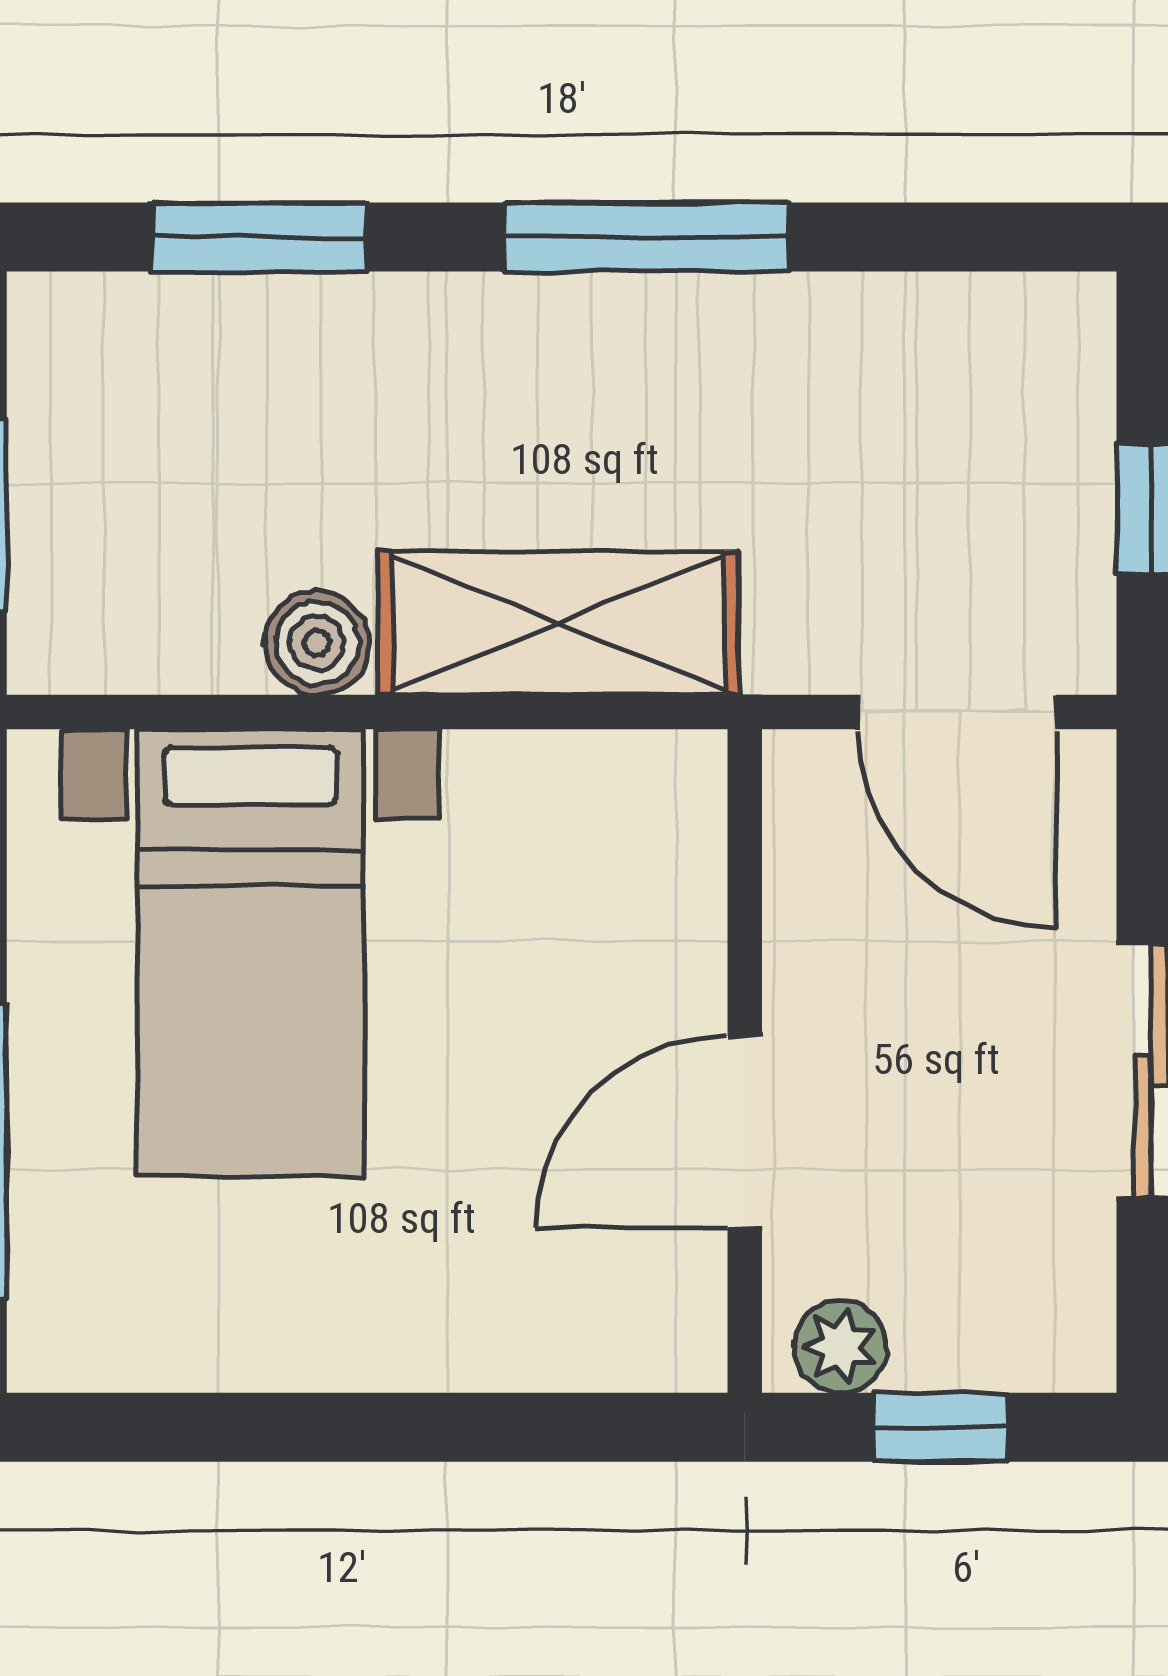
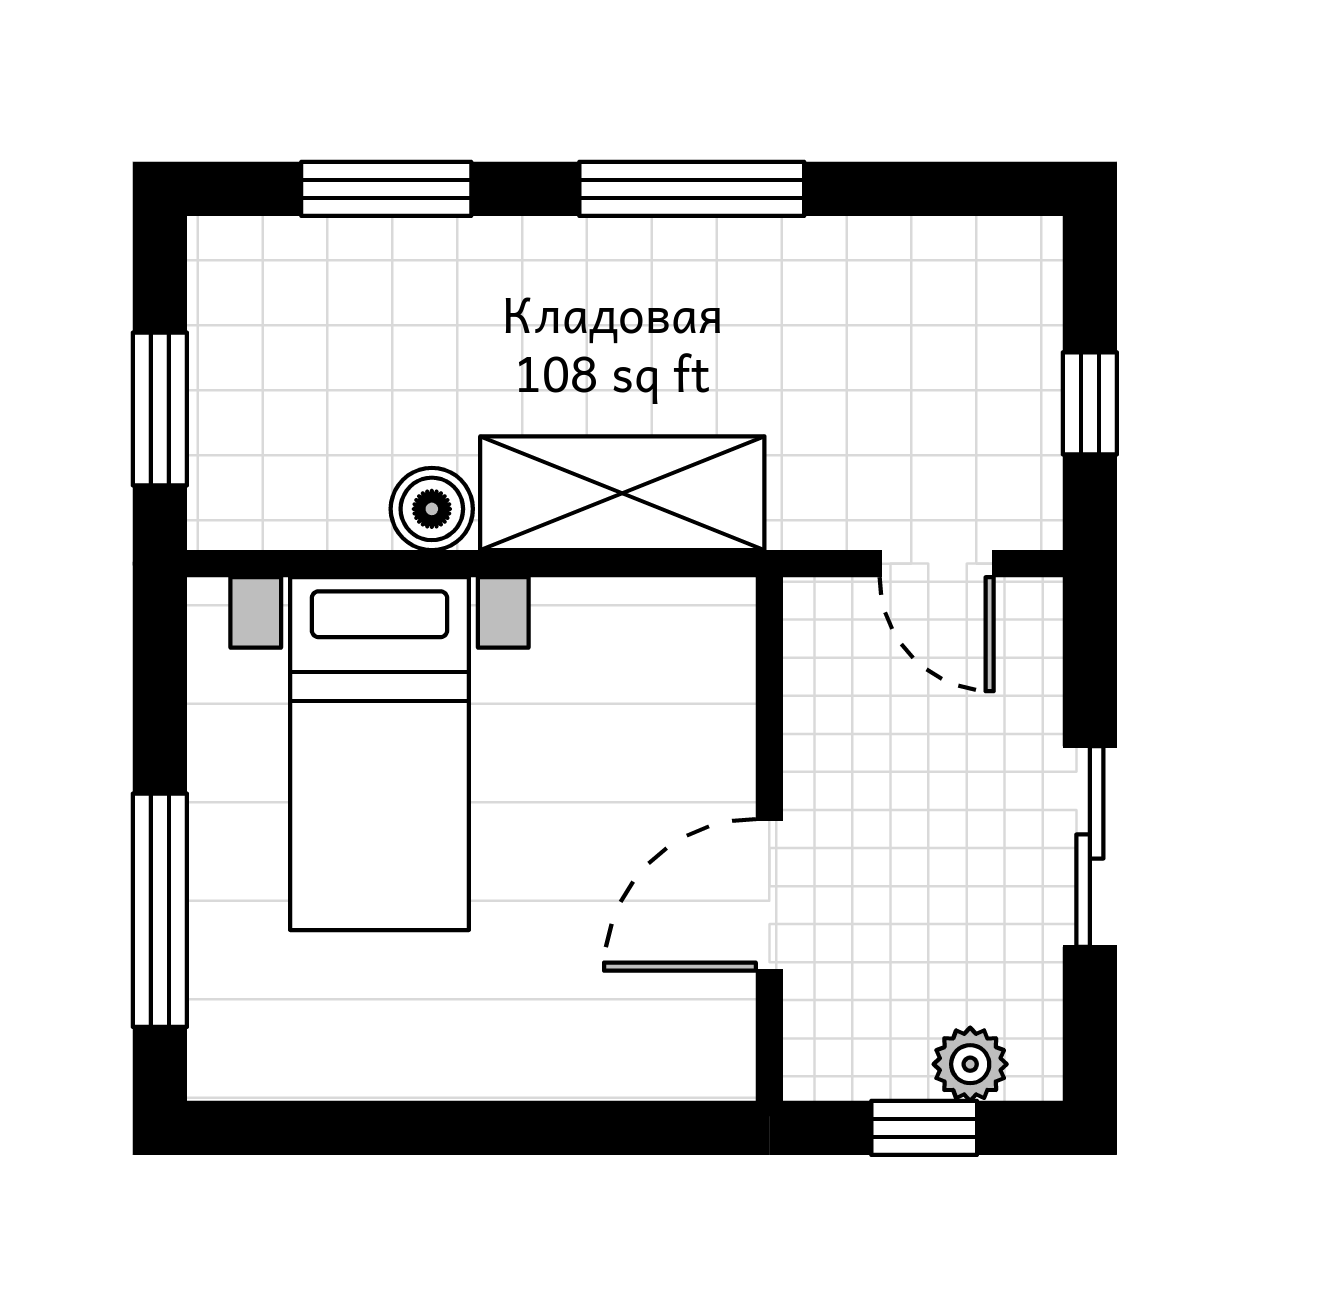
door: (957, 712) -> (937, 564), width x0.73
plant: (840, 1346) -> (970, 1064), moved

